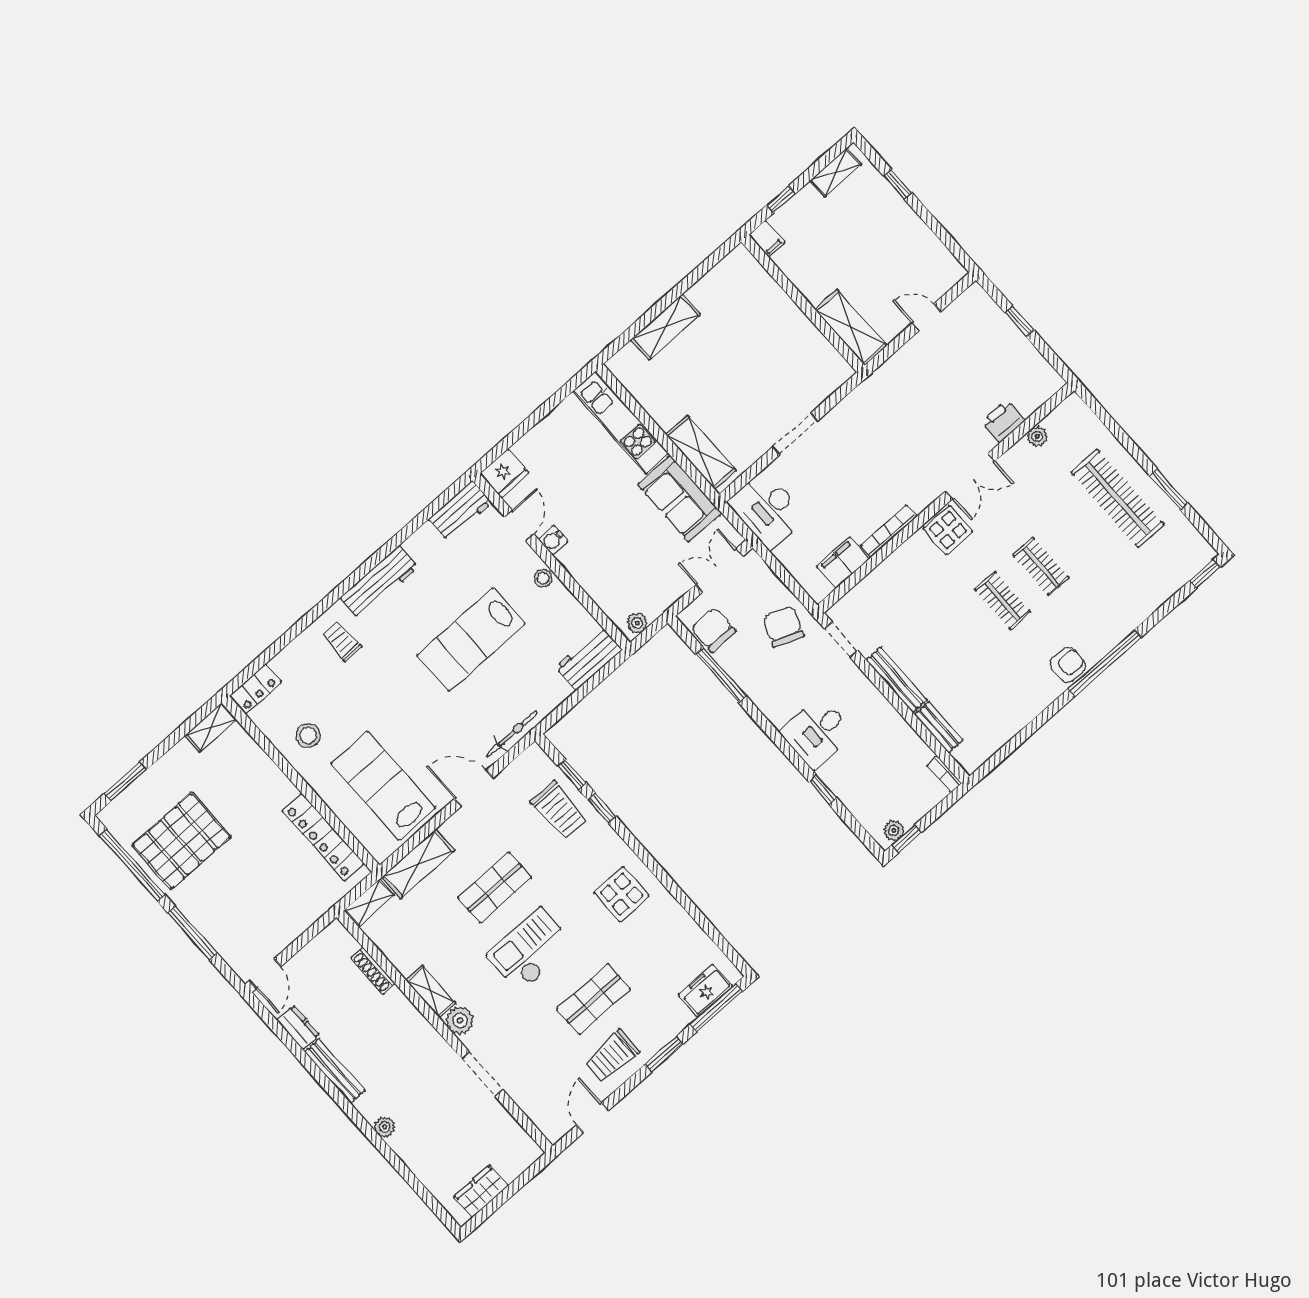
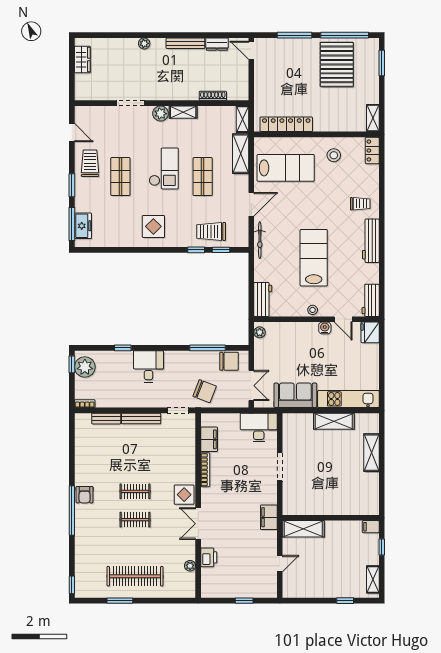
filing cabinet: (877, 388) -> (269, 517), added
shelving: (701, 452) -> (334, 421), moved
plant: (894, 830) -> (85, 367), width x1.87, depth x1.87

